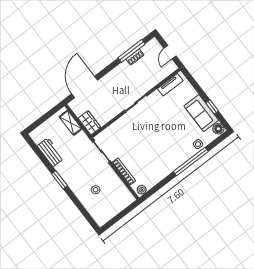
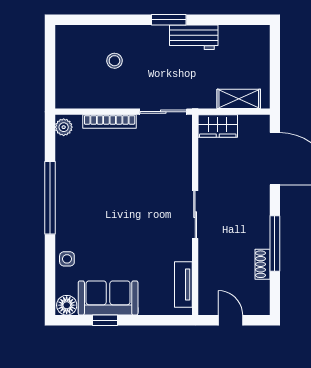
window: (132, 51) -> (275, 243), moved
workbench: (50, 152) -> (194, 37), moved
window: (191, 162) -> (50, 198), moved

